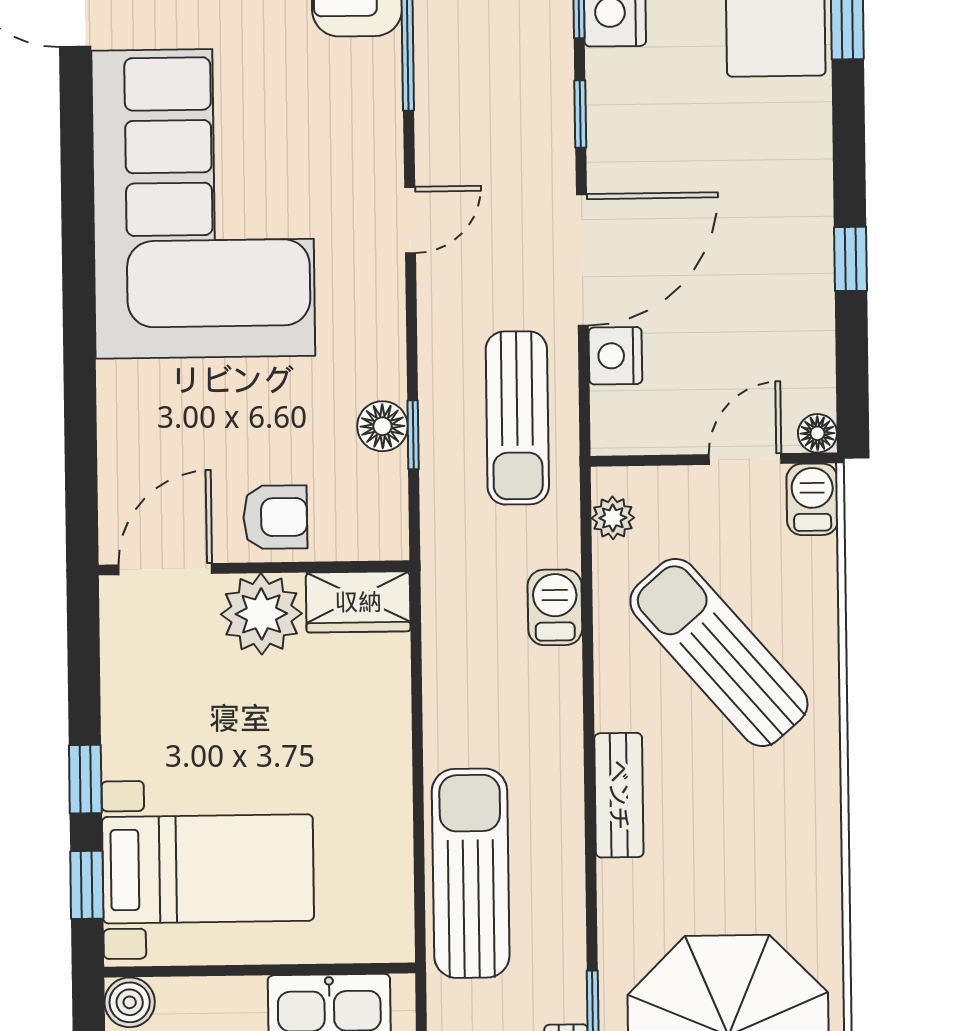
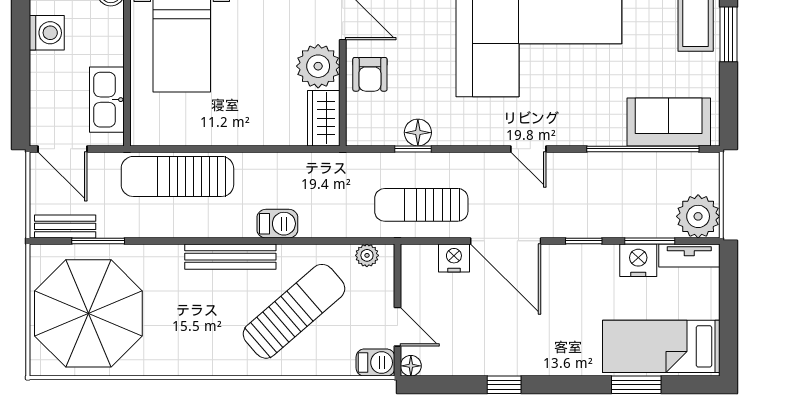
barbecue: (555, 607) -> (277, 224), moved
bench: (619, 795) -> (230, 257), width x1.36
sun lounger: (471, 873) -> (177, 176), turned 180

